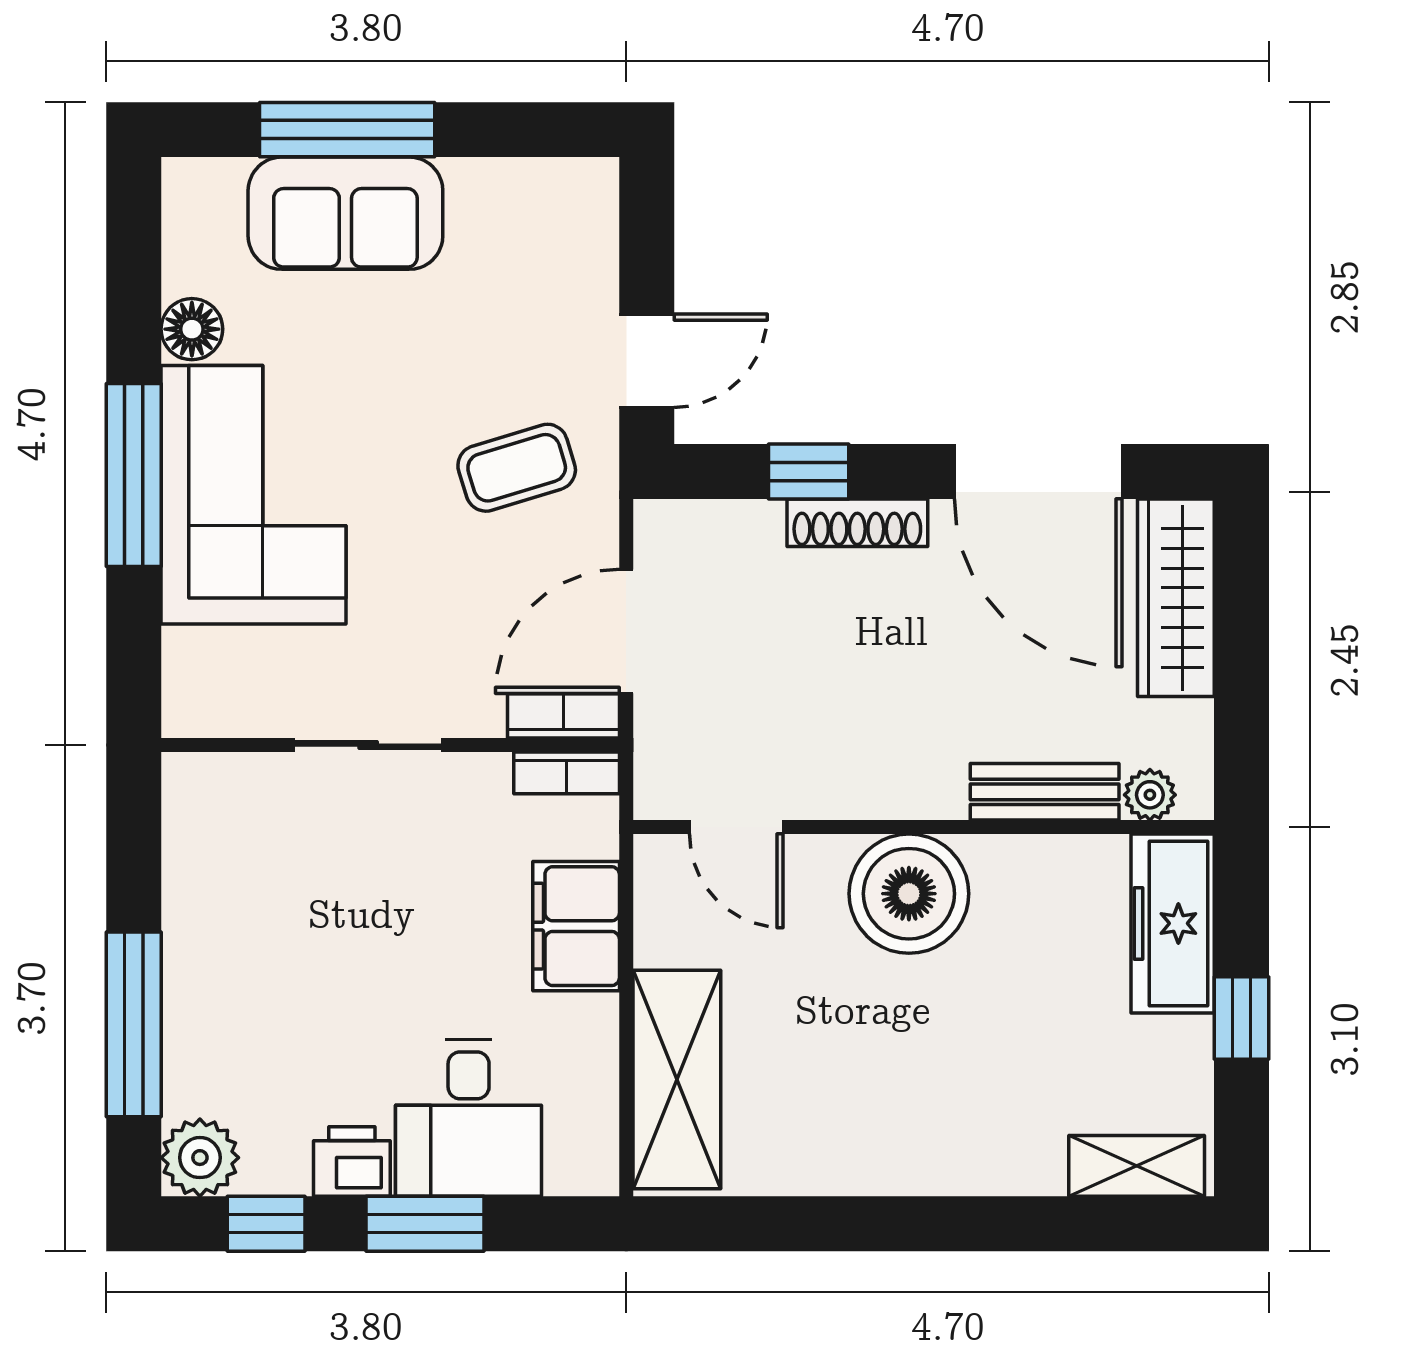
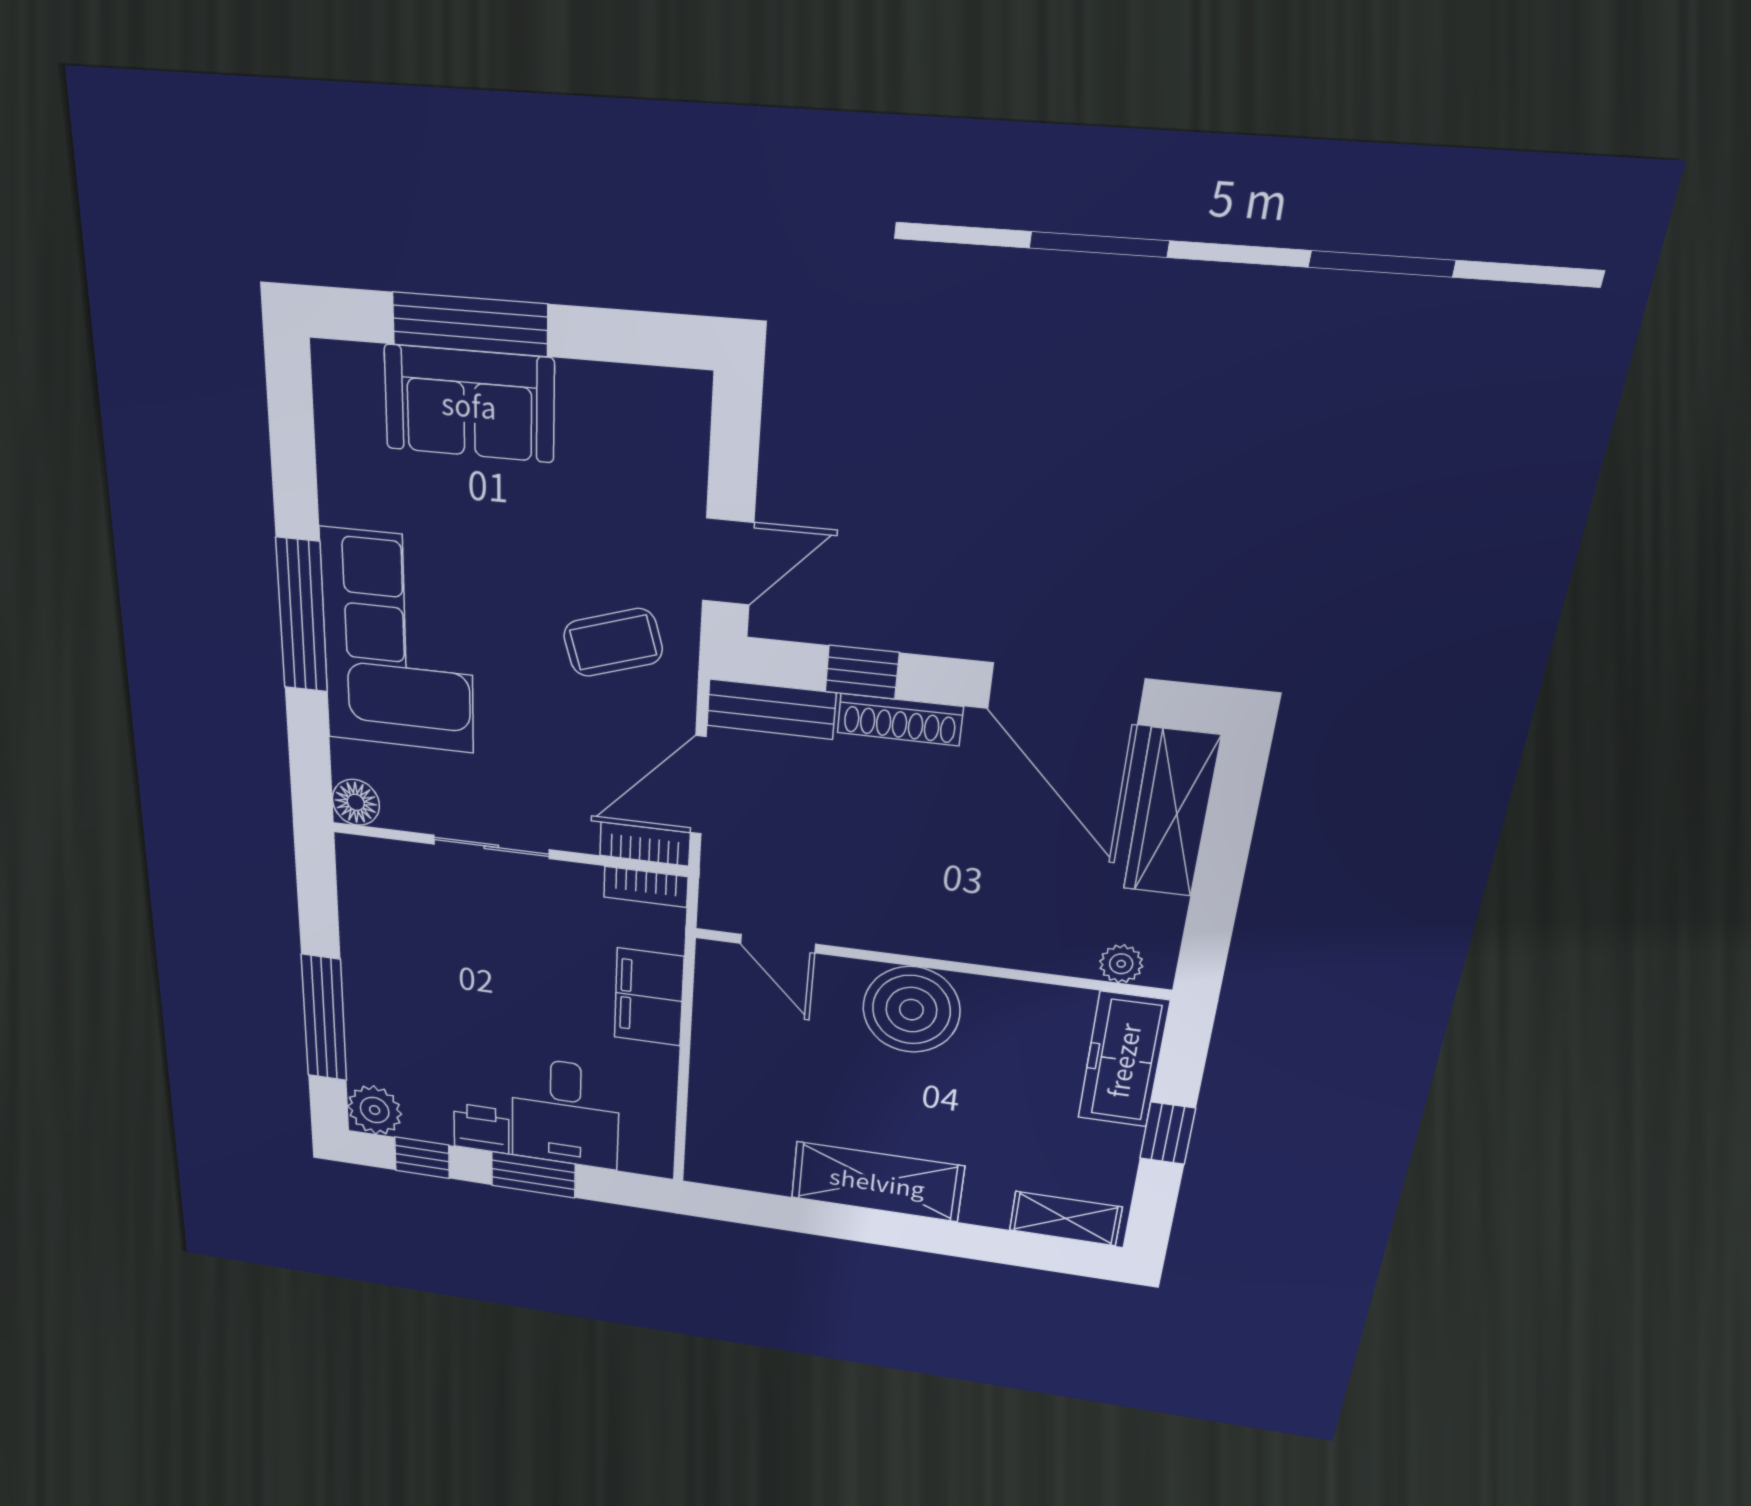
floor lamp: (192, 329) -> (356, 802), moved
bench: (1045, 792) -> (771, 709), moved
shelving: (677, 1080) -> (877, 1182), moved, turned 90

